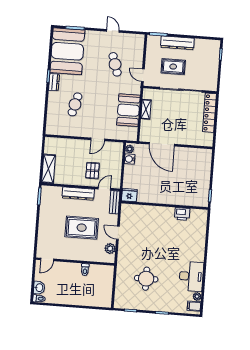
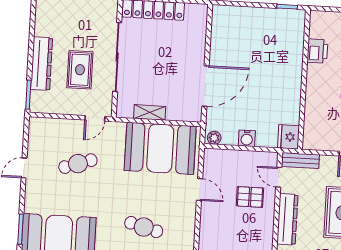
booth: (128, 110) -> (160, 148), width x1.36, depth x1.42
water cooler: (130, 159) -> (247, 138), moved

